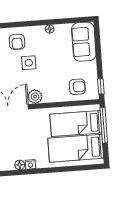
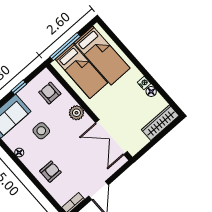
side table: (29, 63) -> (41, 131), moved
window: (101, 86) -> (19, 87), moved
plant: (35, 97) -> (76, 113), moved

